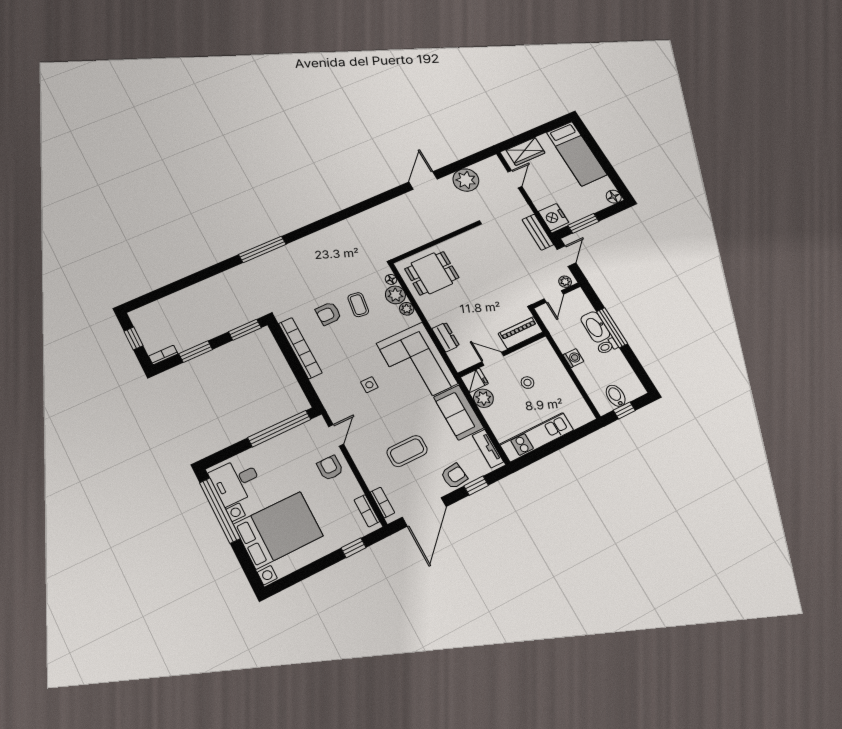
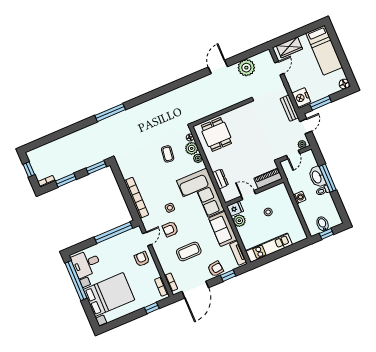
dining table: (432, 273) -> (216, 134), turned 90
armchair: (328, 314) -> (170, 229), moved
bookcase: (300, 348) -> (136, 198), moved

